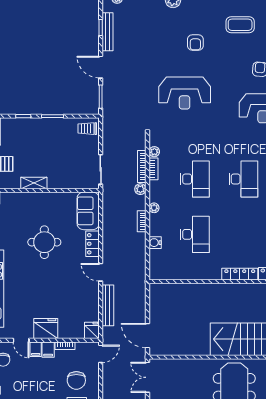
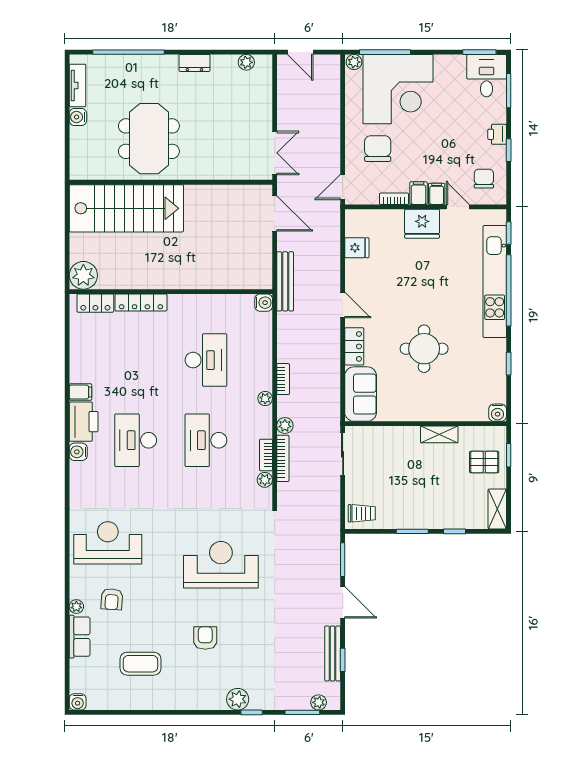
desk: (195, 234) -> (206, 360), turned 180
water cooler: (155, 243) -> (264, 303), moved
bench: (108, 305) -> (285, 281), moved
fridge: (92, 330) -> (357, 248), moved, turned -90

